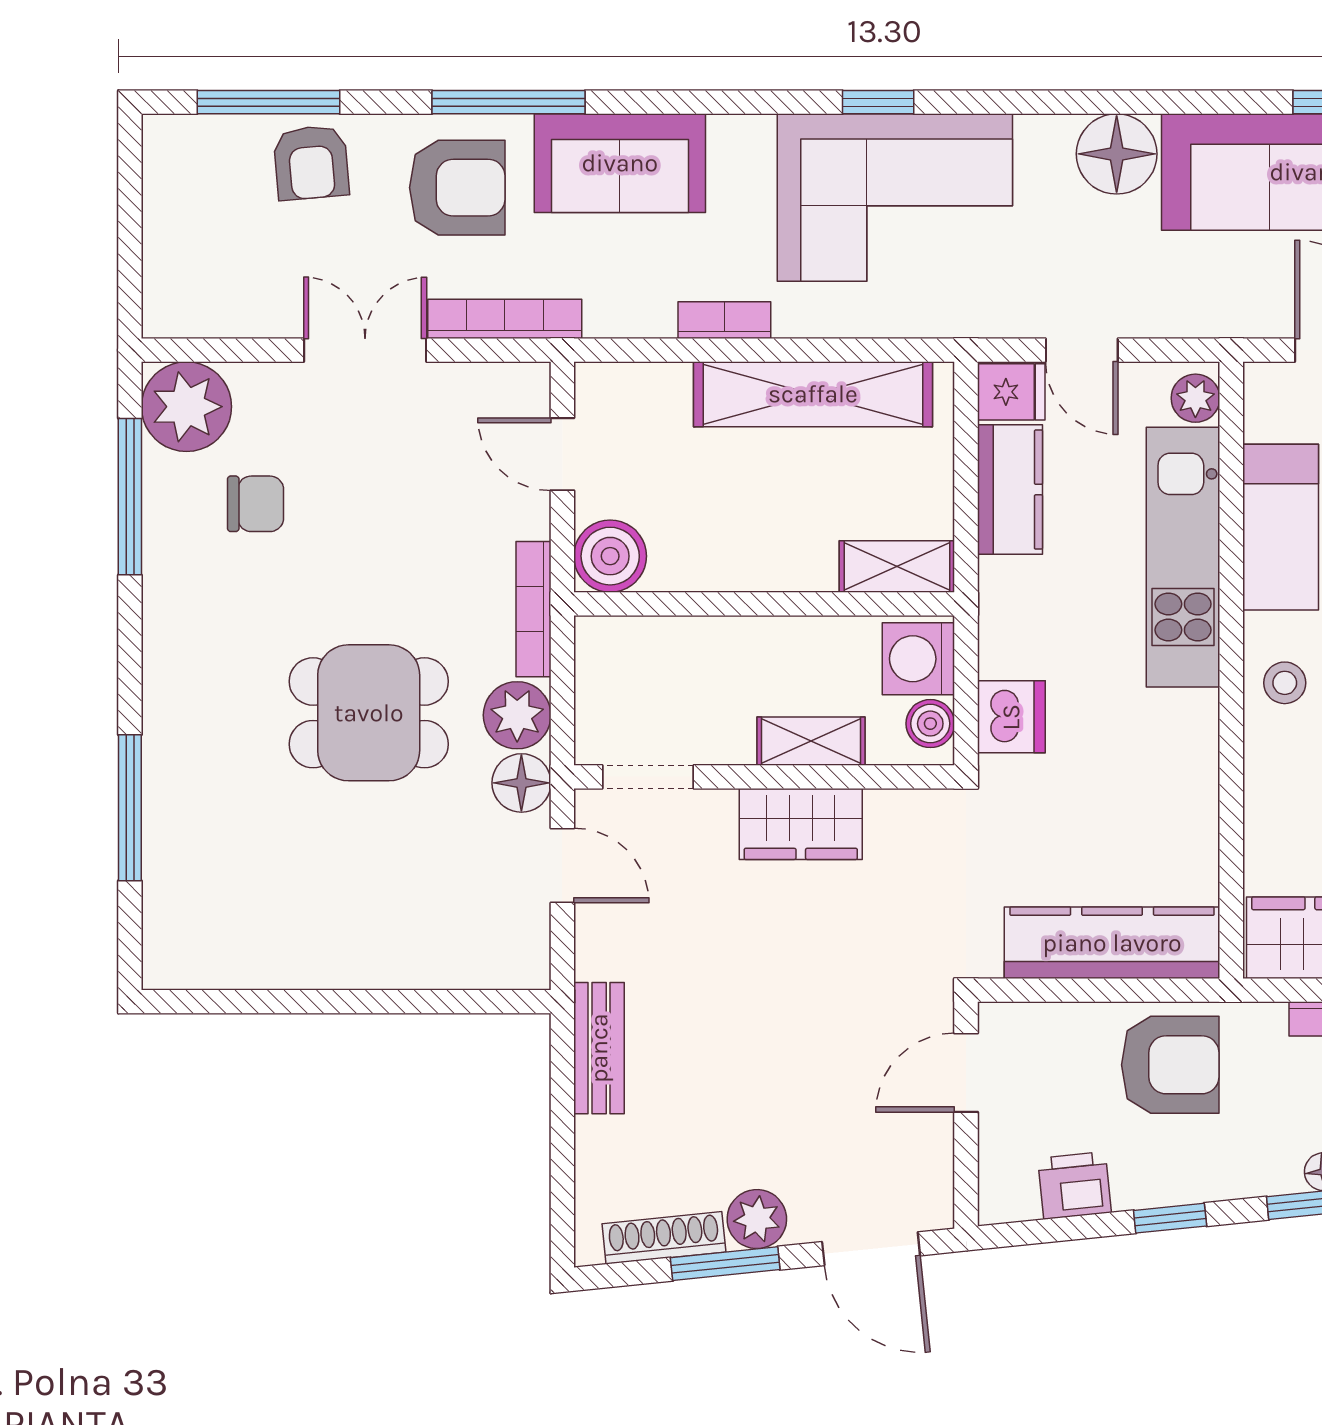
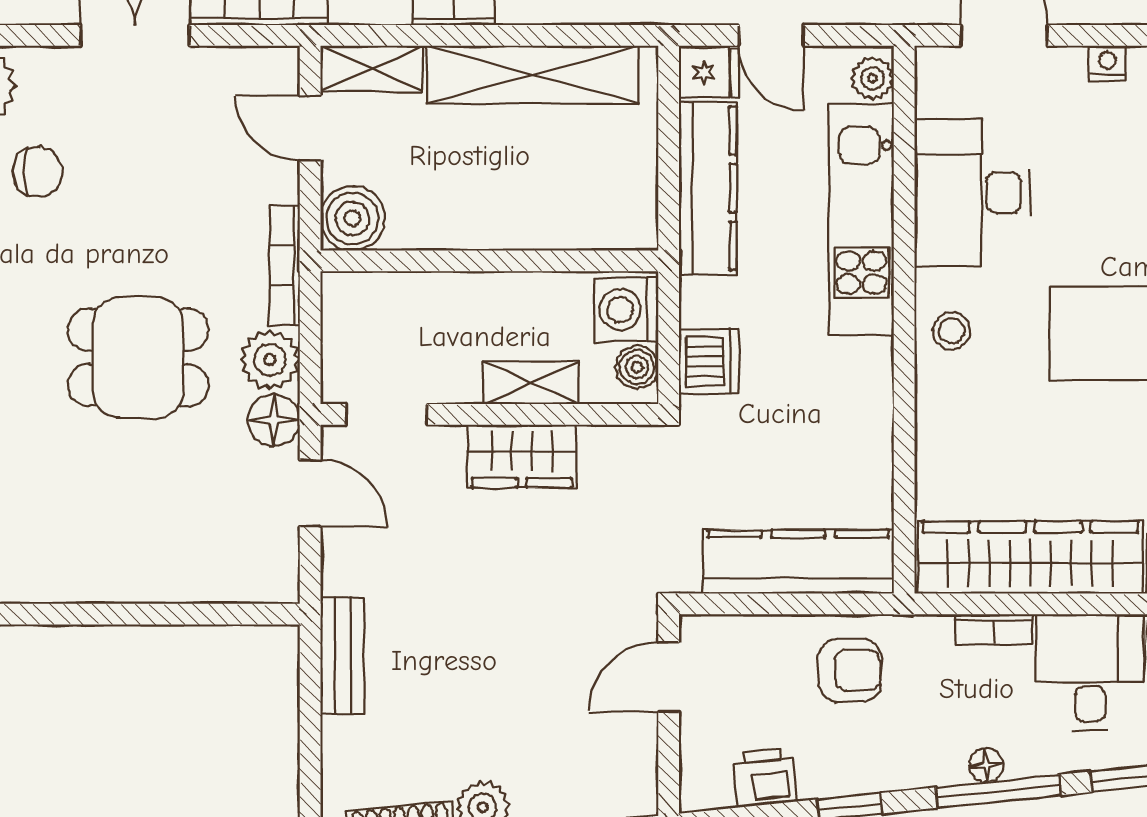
kitchen counter: (1010, 490) -> (708, 188), width x1.50
shelving: (897, 566) -> (371, 69), moved
armchair: (1170, 1065) -> (850, 670), width x0.72, depth x0.72

